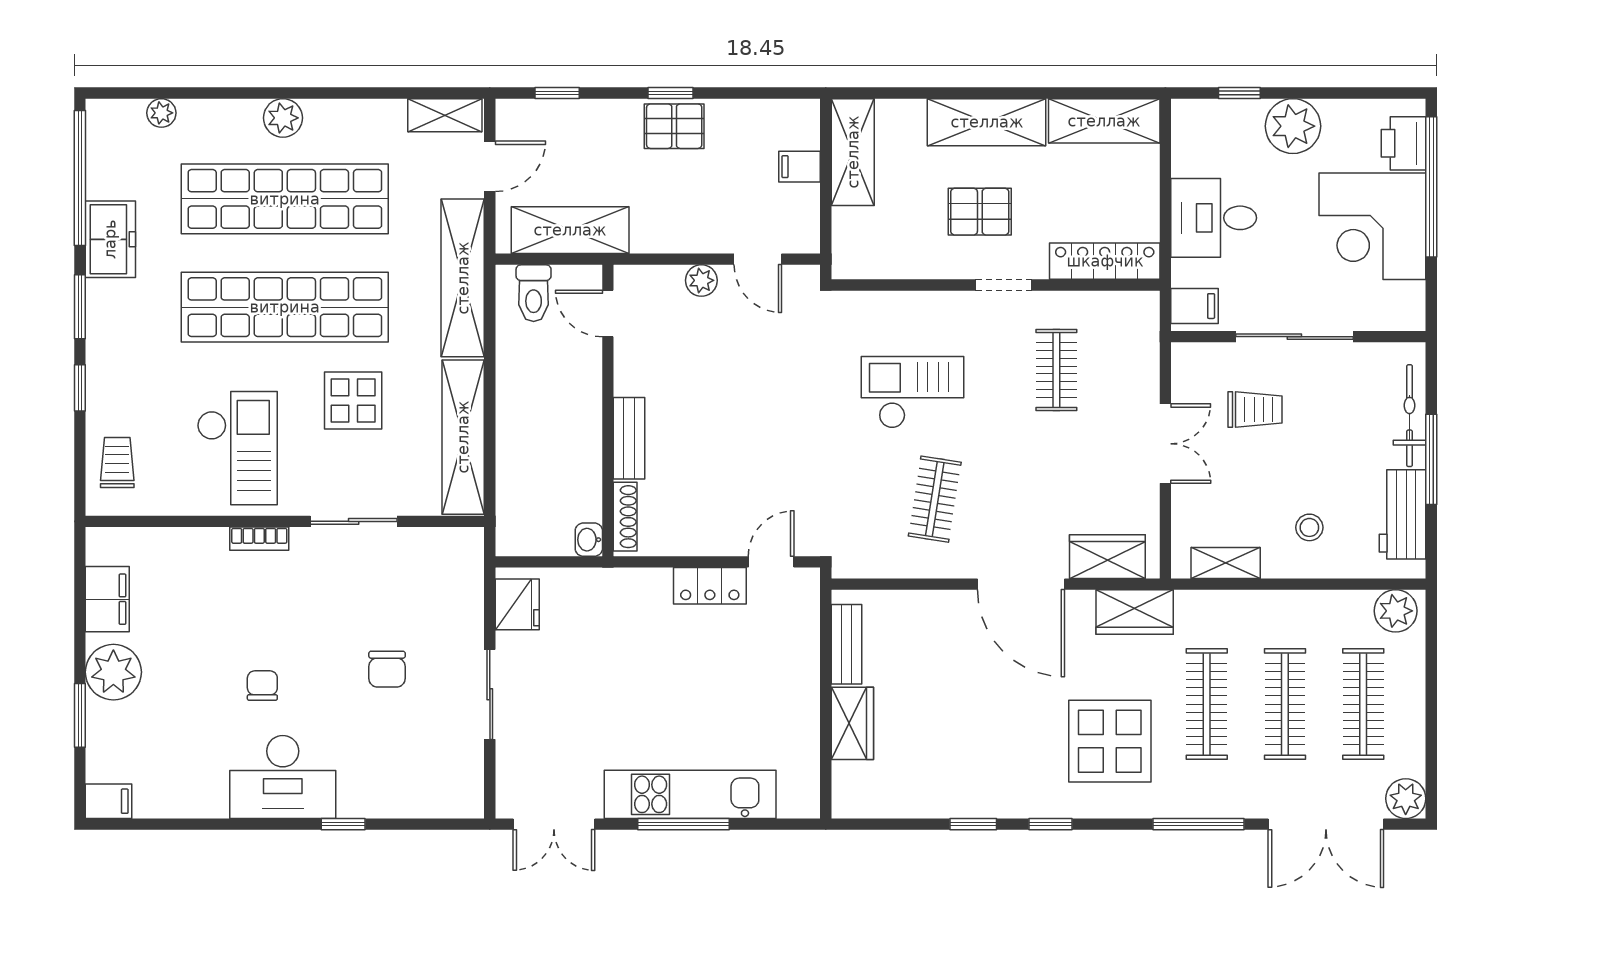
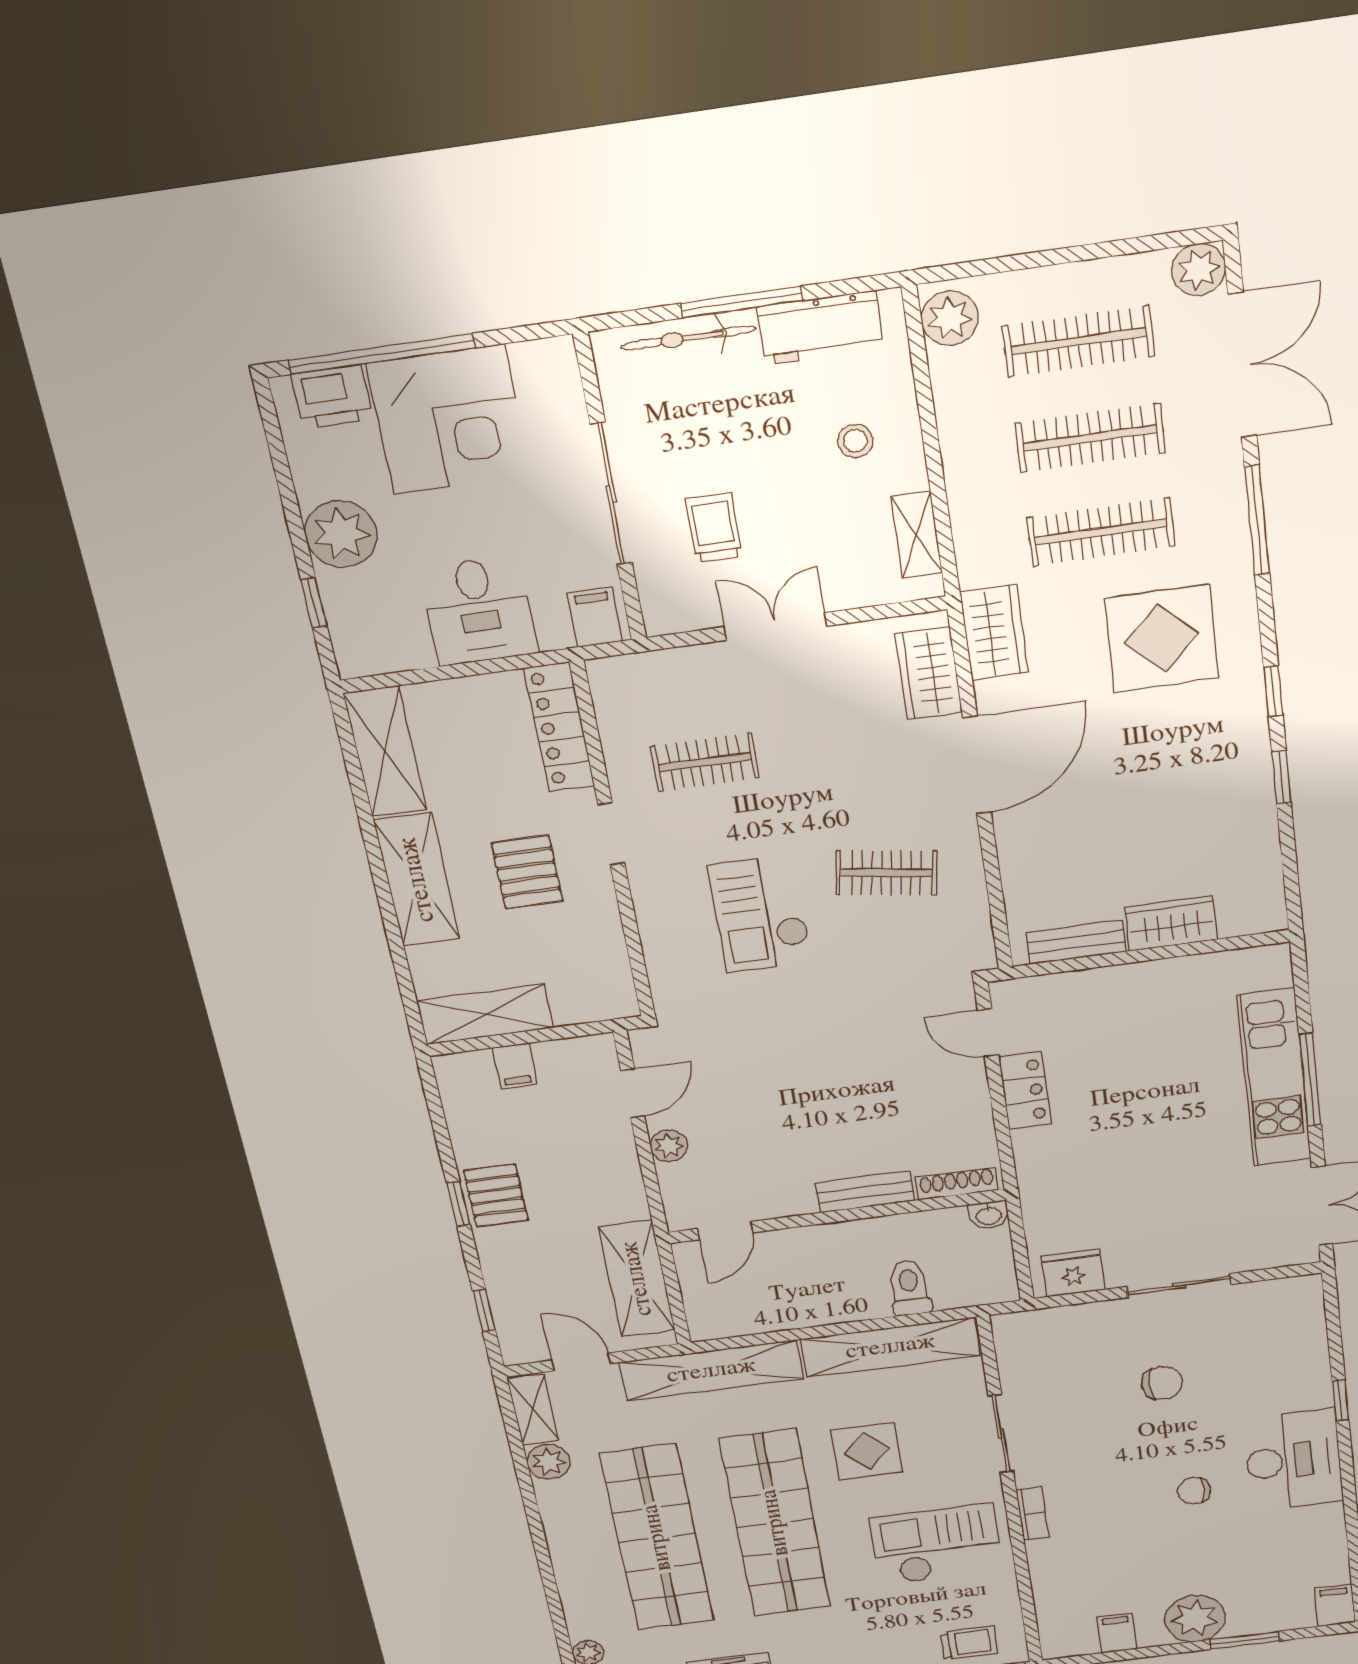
plant: (283, 118) -> (549, 1462), moved
toilet: (534, 293) -> (910, 1288), moved, turned -90
trolley: (117, 463) -> (969, 1643), turned 180
filing cabinet: (107, 599) -> (1117, 1633), width x0.50

